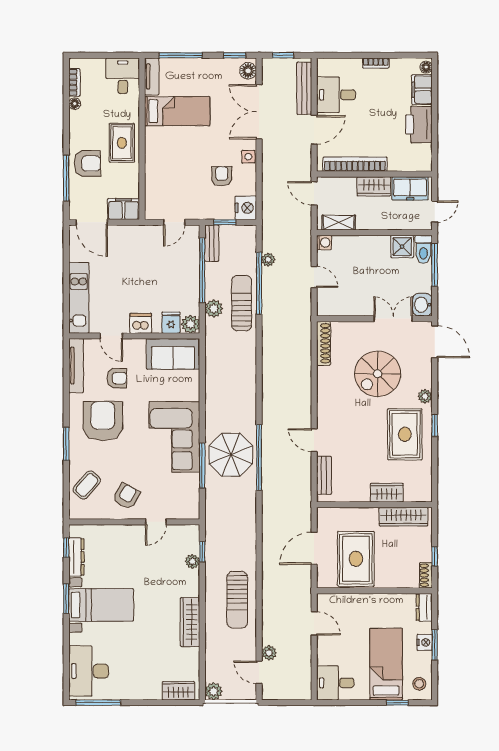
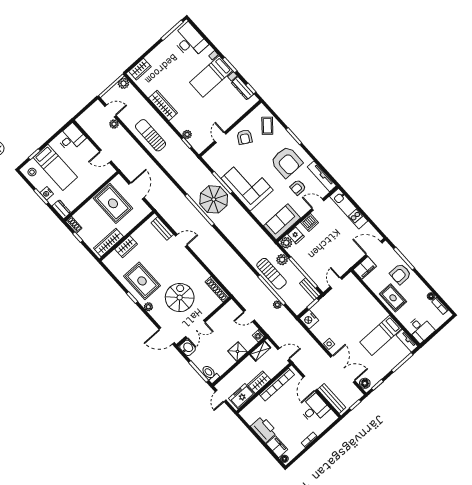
armchair: (222, 176) -> (333, 324), removed
shower: (402, 246) -> (237, 351), moved

